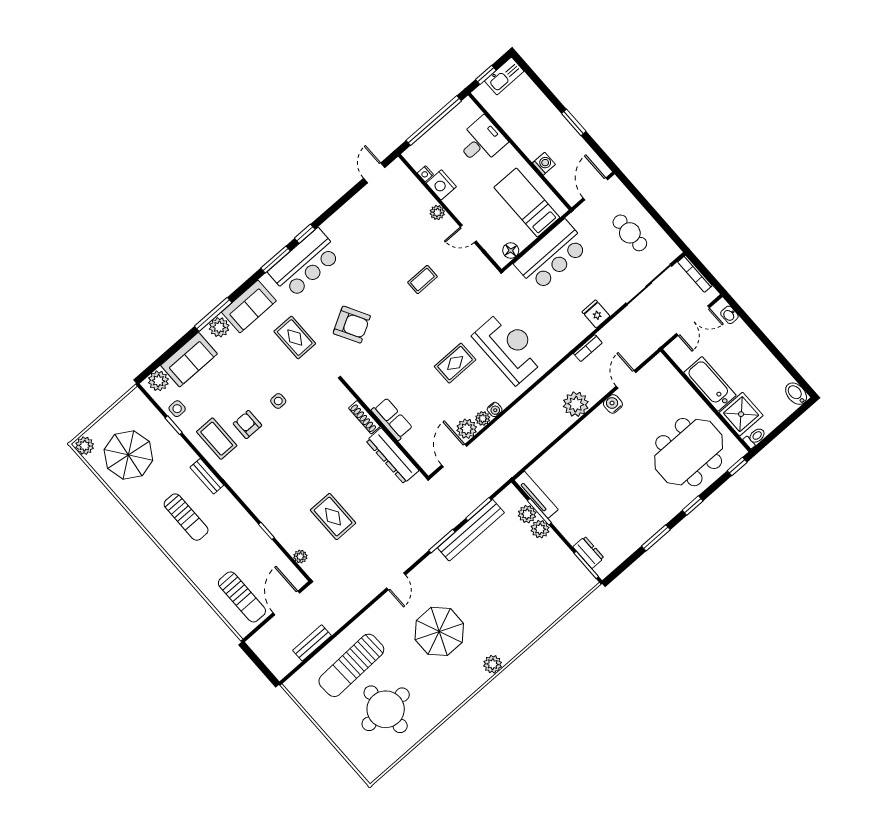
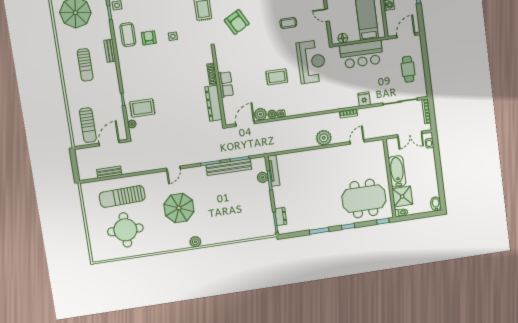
reception desk: (509, 347) -> (311, 62), moved
water cooler: (613, 404) -> (342, 150), removed
rug: (333, 517) -> (142, 108), moved, turned 90
plant: (540, 529) -> (264, 189), removed

